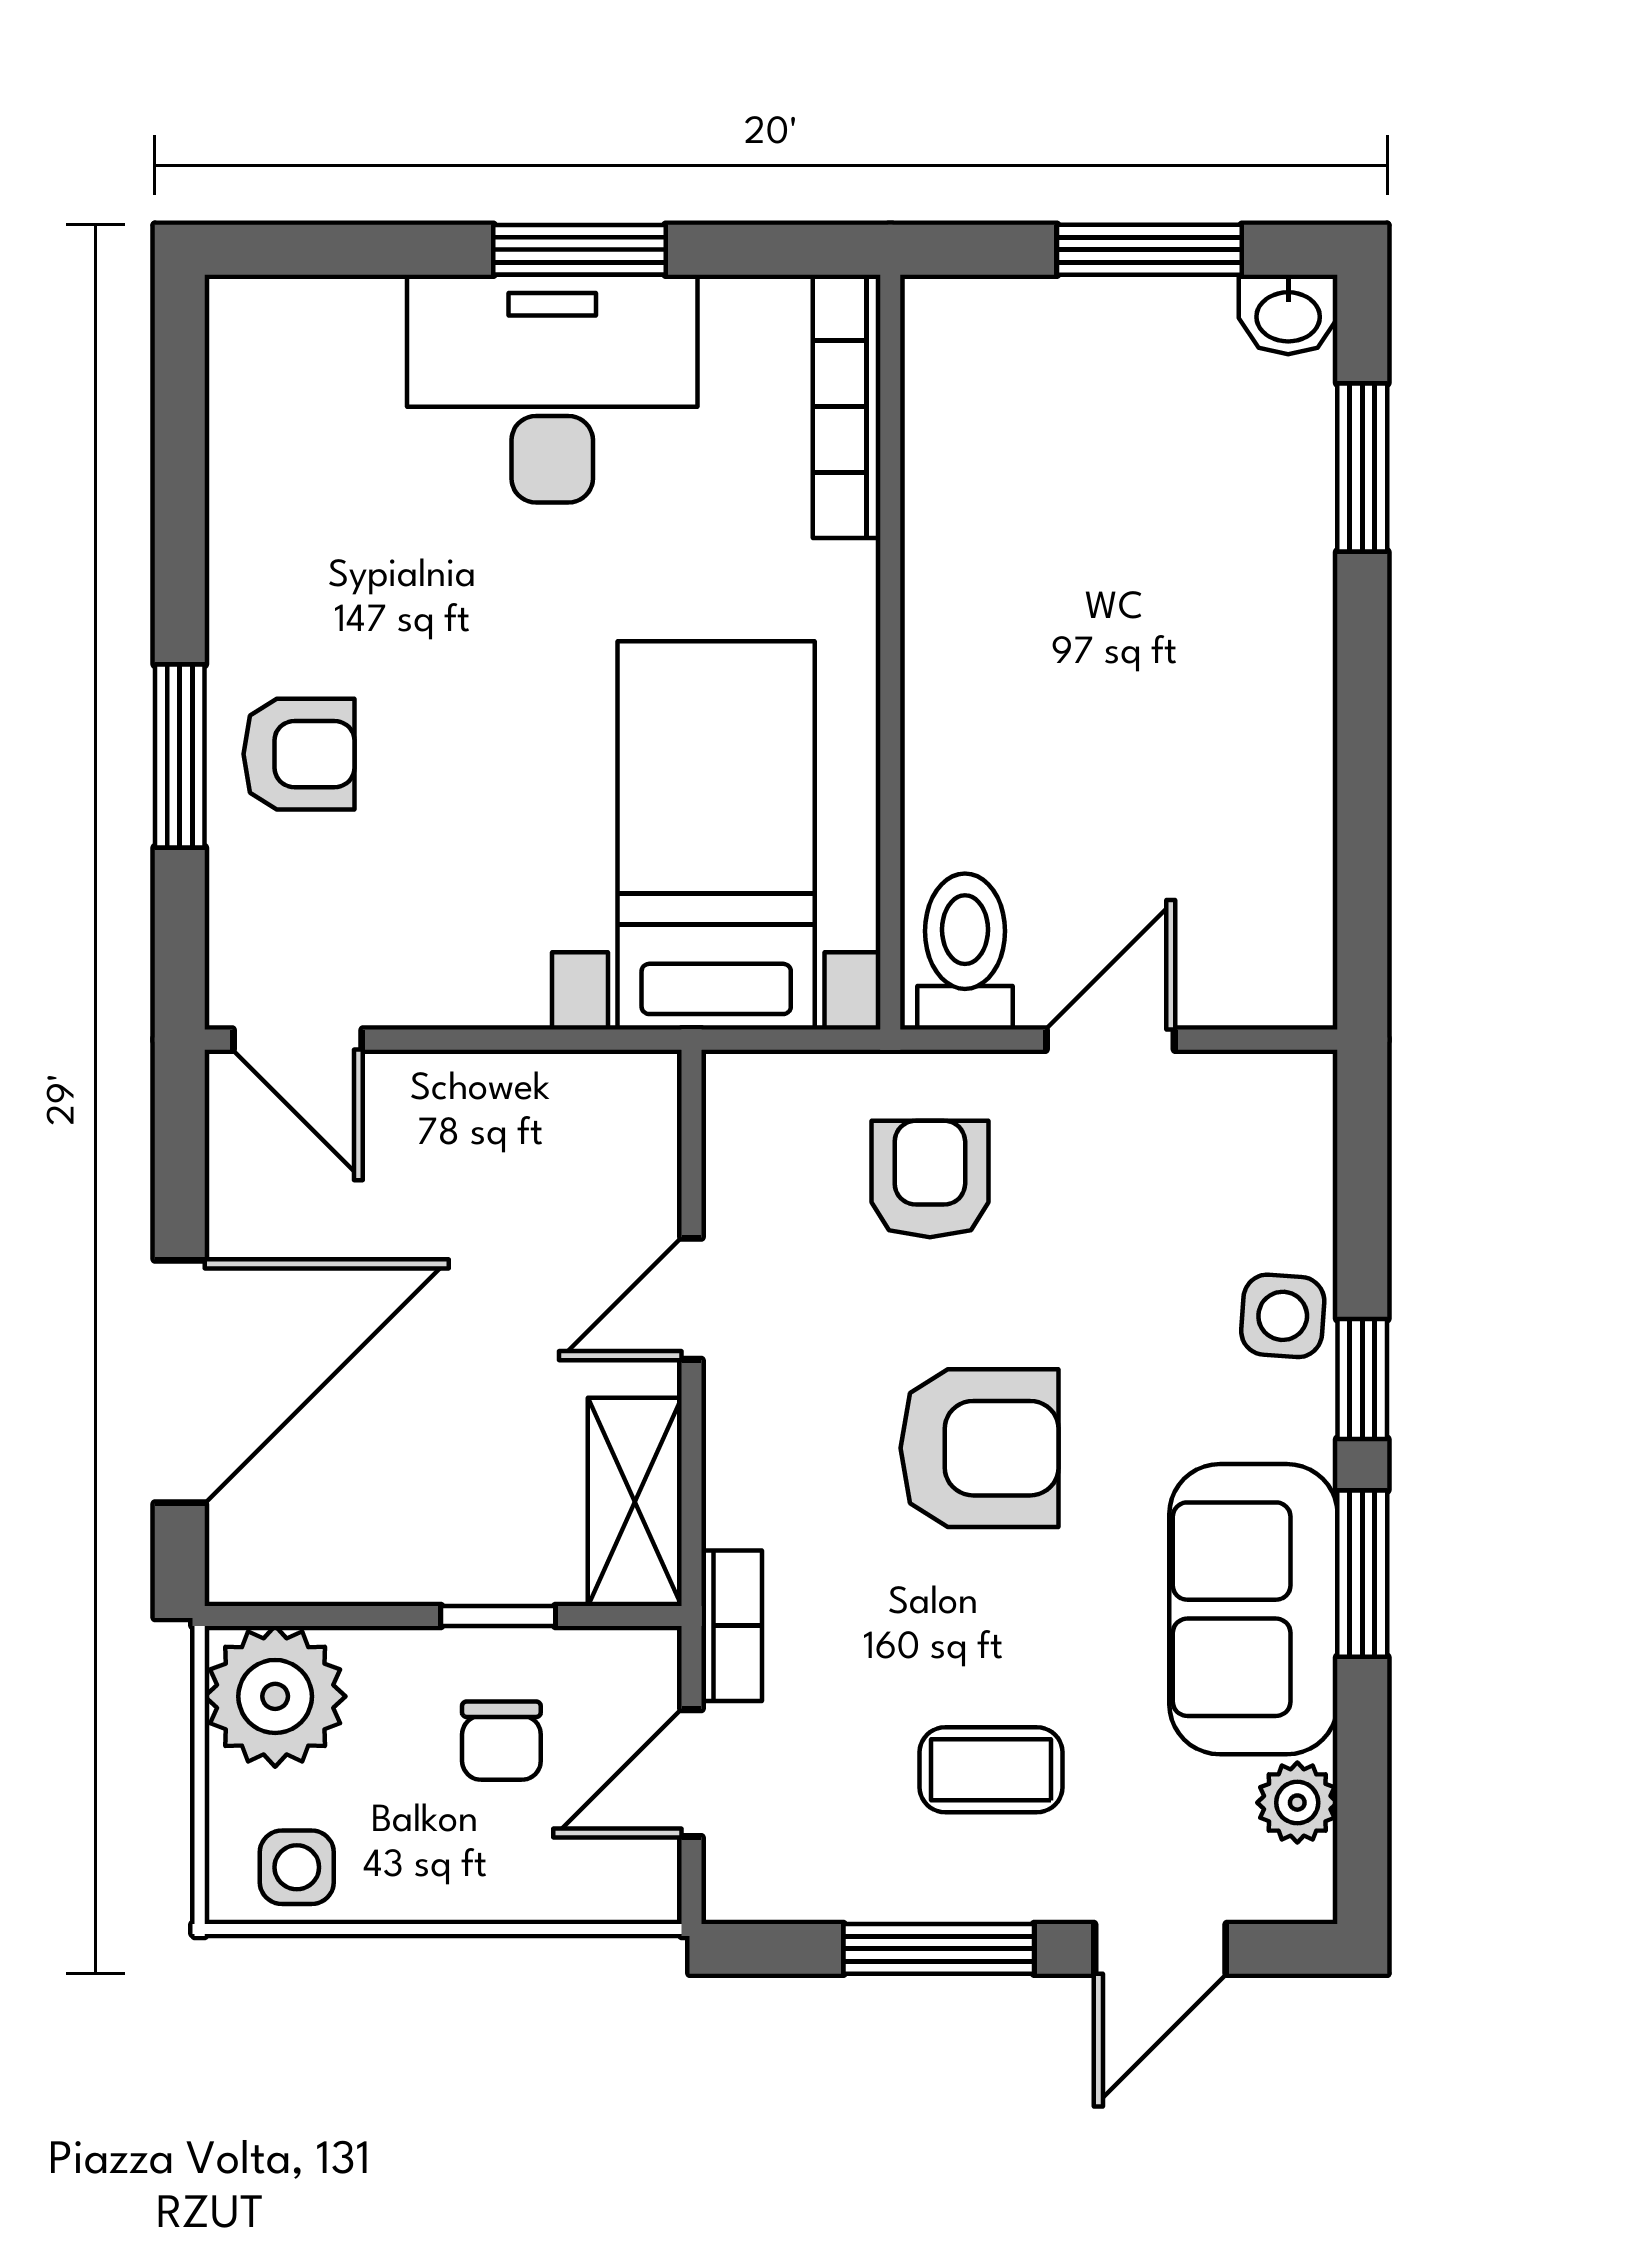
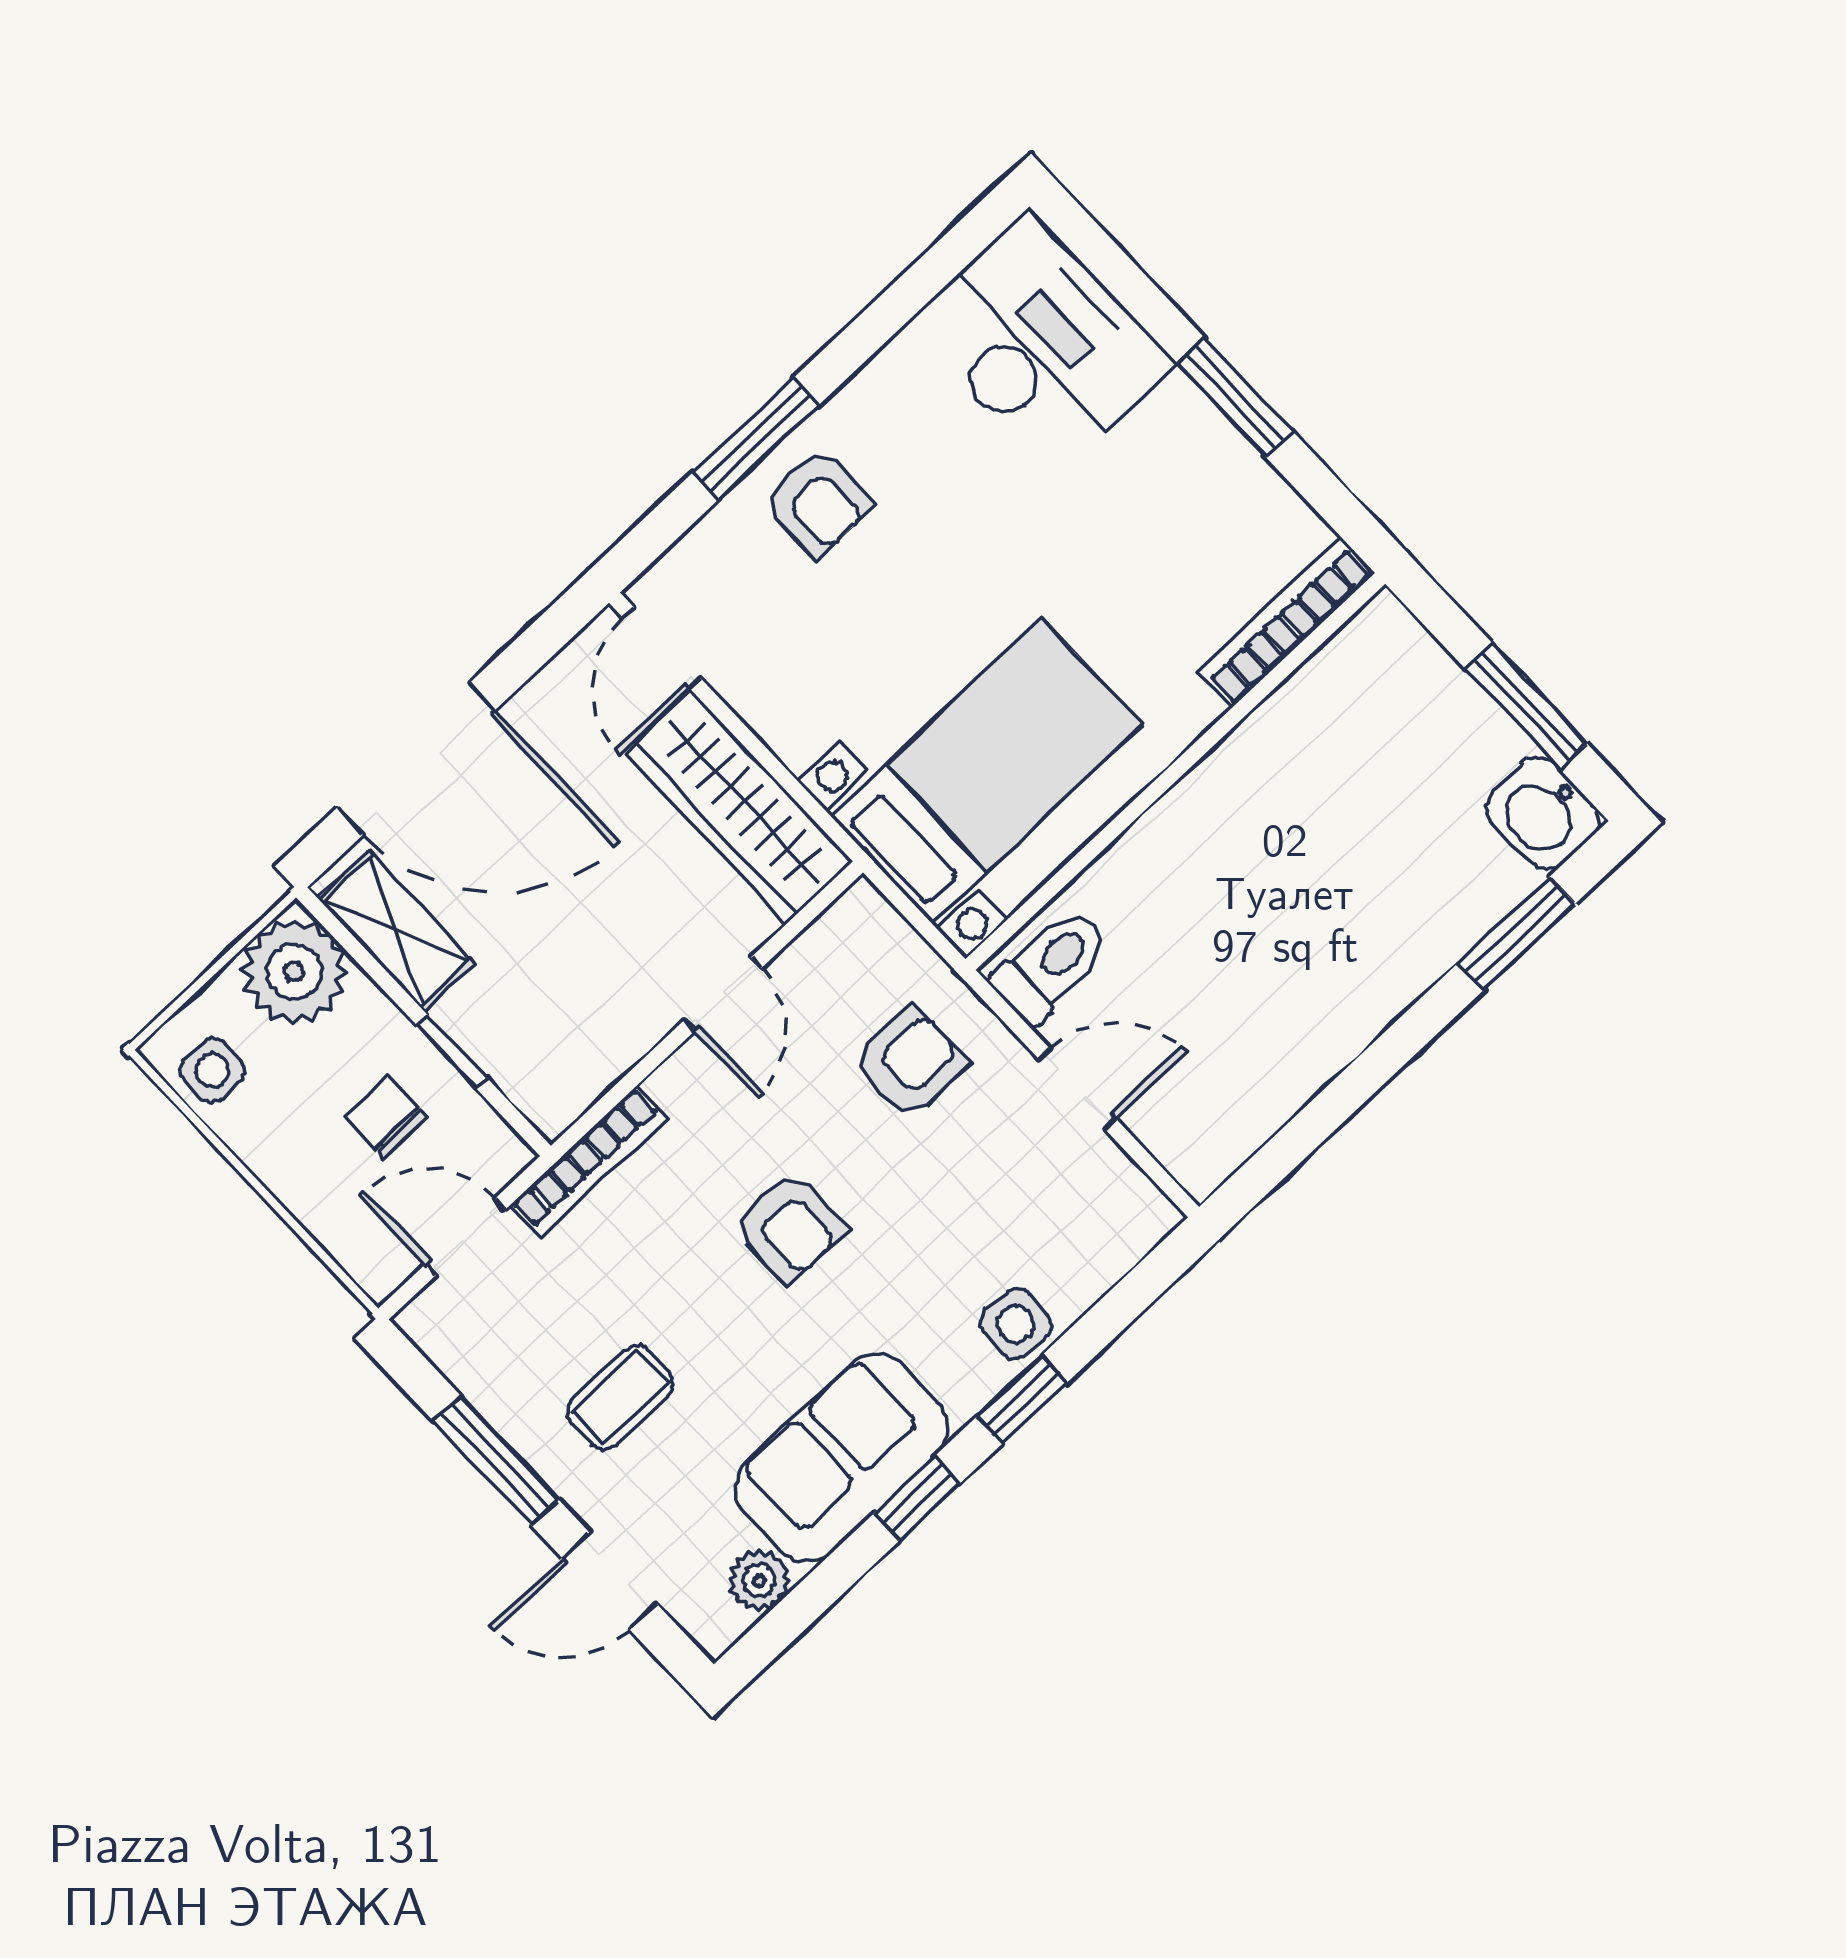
washbasin: (1288, 314) -> (1543, 813), width x1.38, depth x1.45
desk: (552, 389) -> (1042, 343), moved
wardrobe: (524, 1110) -> (739, 807), added
door: (692, 1299) -> (723, 994), swing flipped
armchair: (980, 1448) -> (789, 1227), width x0.72, depth x0.72
shelving: (635, 1502) -> (396, 931), moved, turned 90
window: (1362, 1574) -> (917, 1499), width x0.67
bookcase: (732, 1626) -> (589, 1162), width x1.56
chair: (501, 1741) -> (386, 1117), turned 90
coffee table: (991, 1770) -> (620, 1398), turned 90

